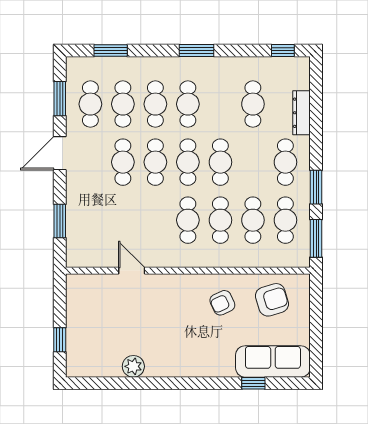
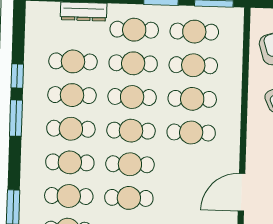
window: (283, 51) -> (17, 76), moved
cafe table: (220, 104) -> (72, 95), added
cafe table: (253, 162) -> (133, 63), added
door: (132, 271) -> (242, 192), width x1.38

